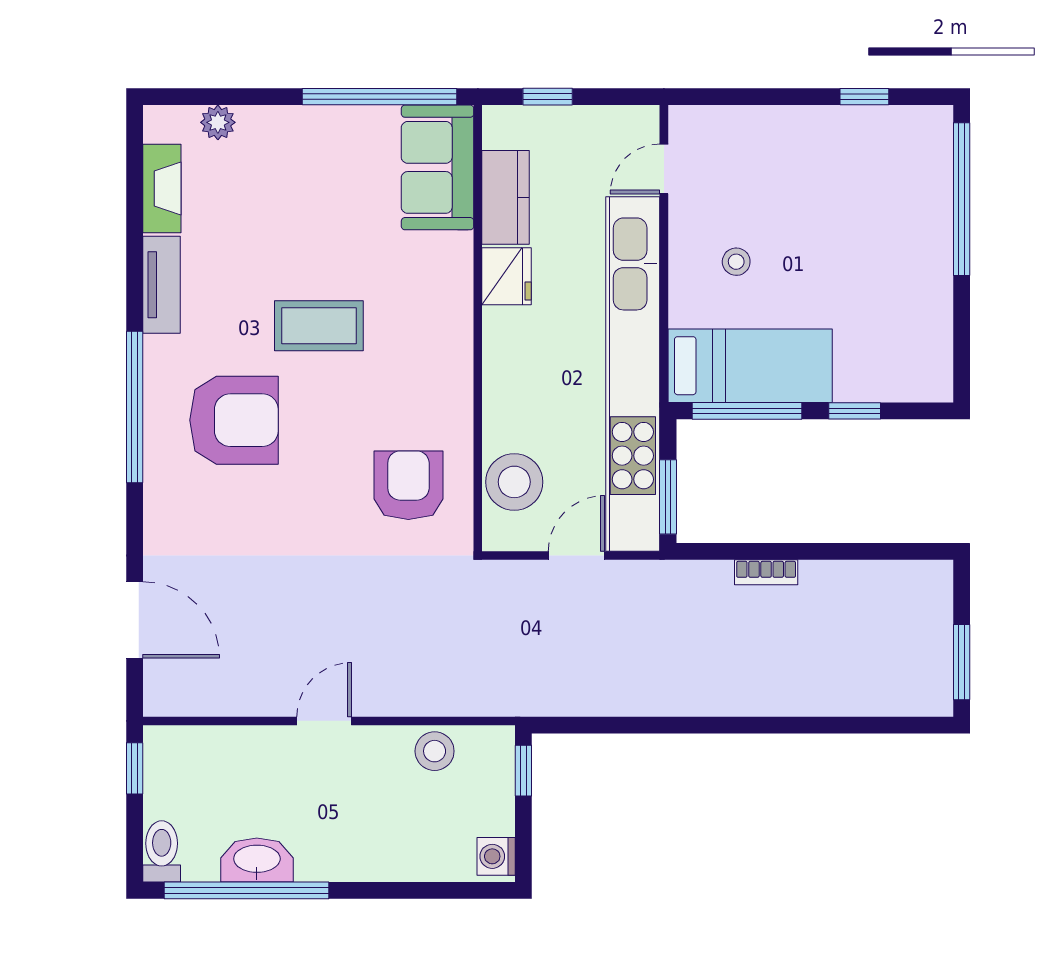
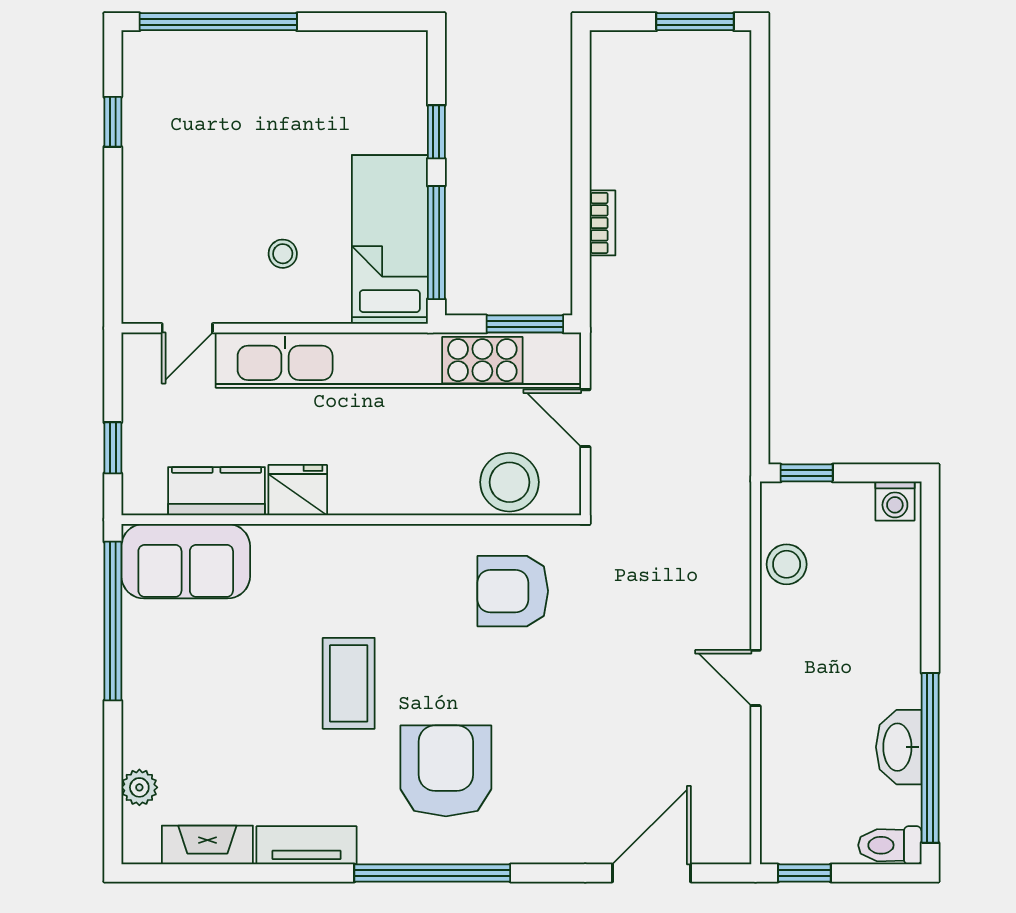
door: (664, 169) -> (187, 328), hinge flipped

